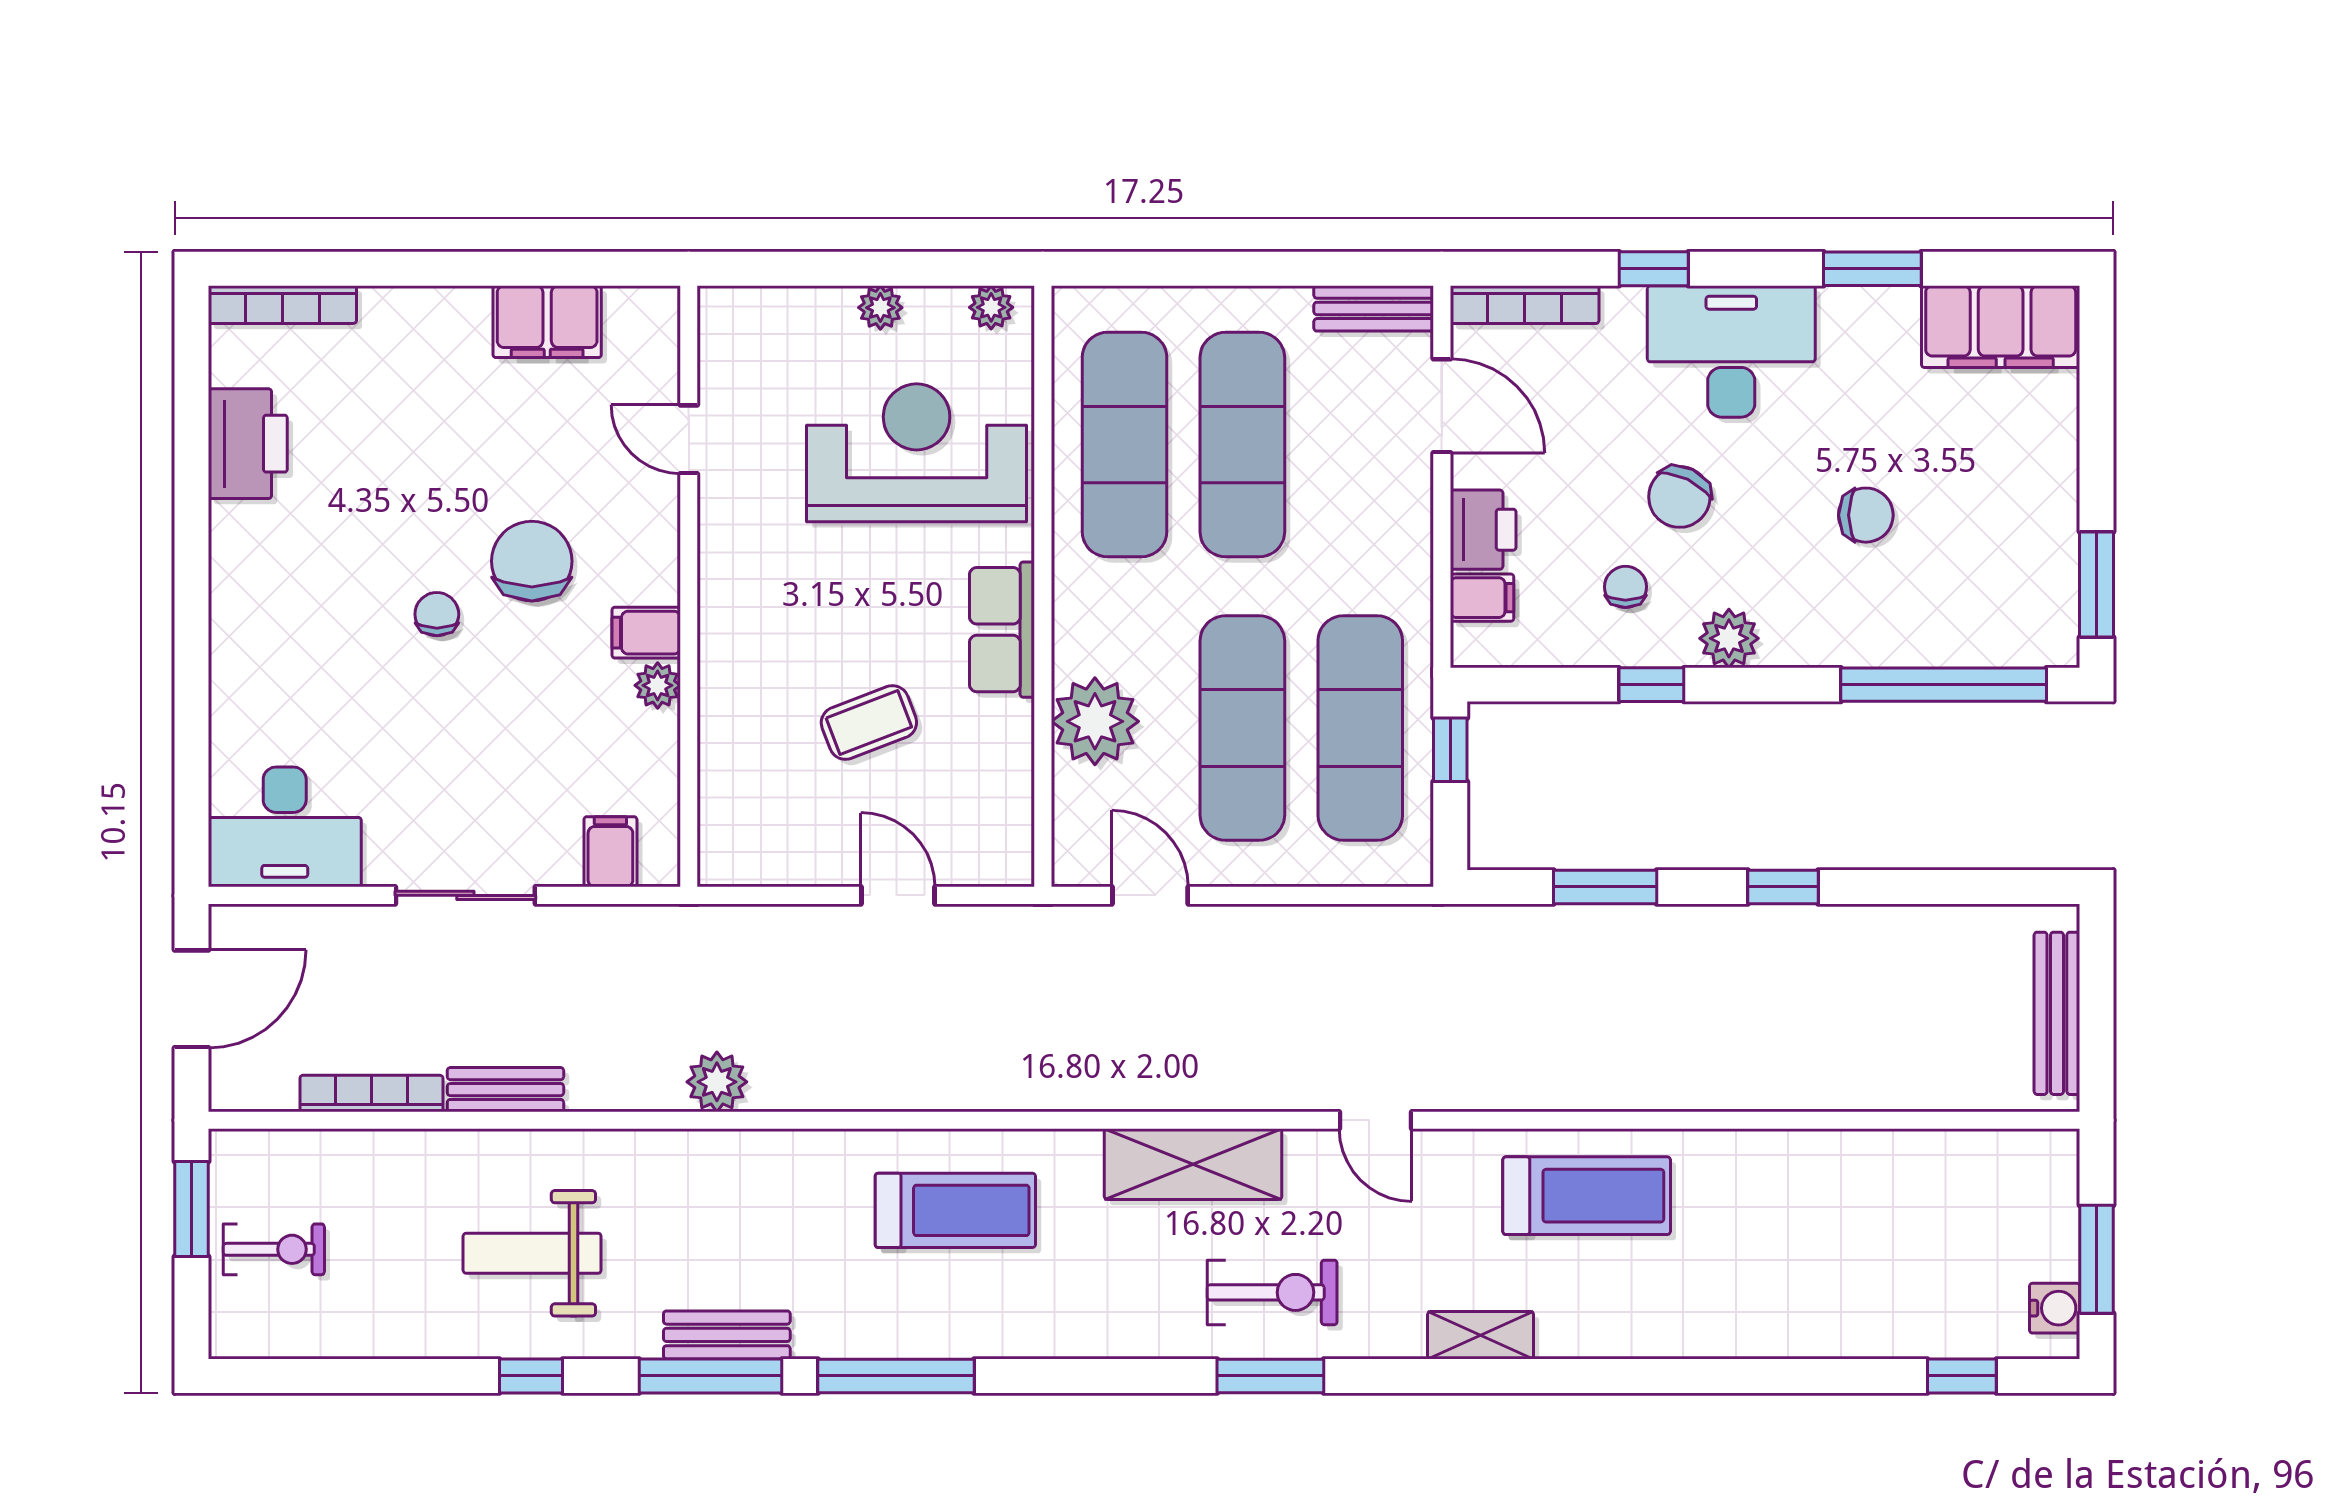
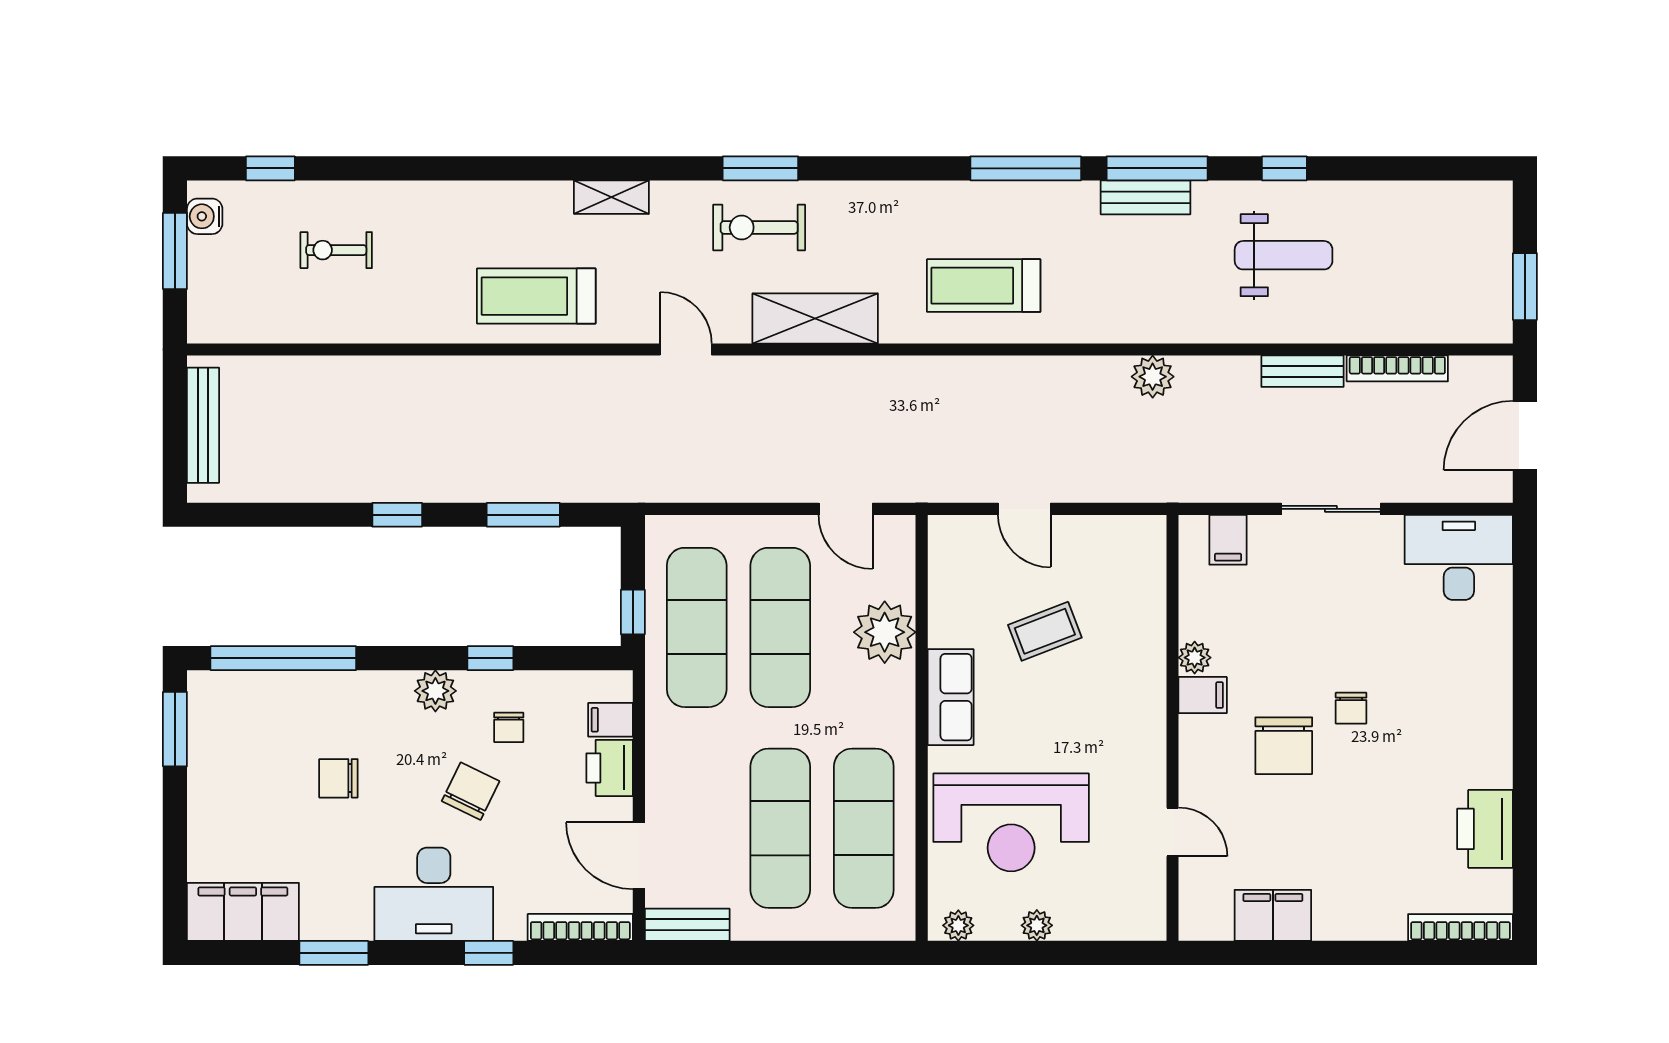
exercise bike: (274, 1249) -> (336, 250), moved

